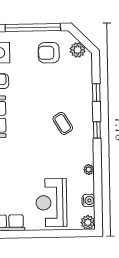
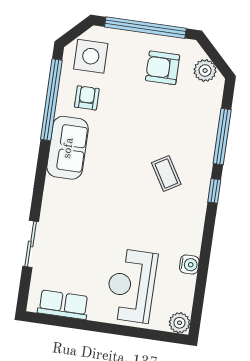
window: (96, 93) -> (222, 137), width x2.17
plant: (89, 169) -> (193, 246), removed
water cooler: (88, 200) -> (189, 264), moved

